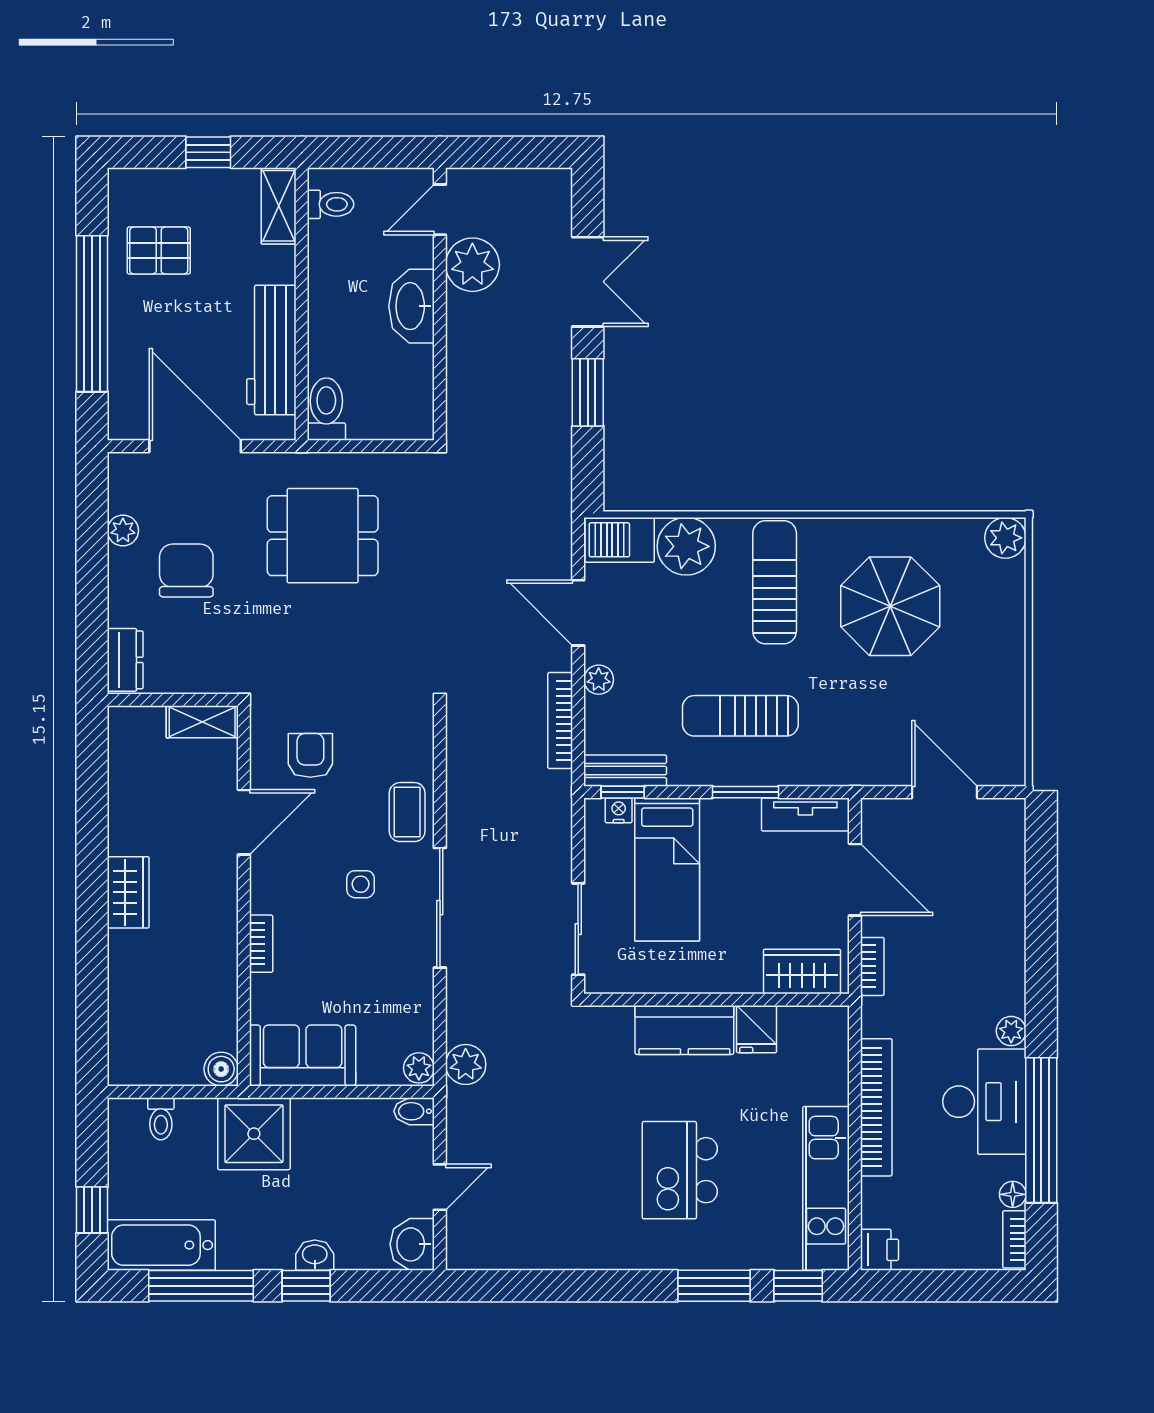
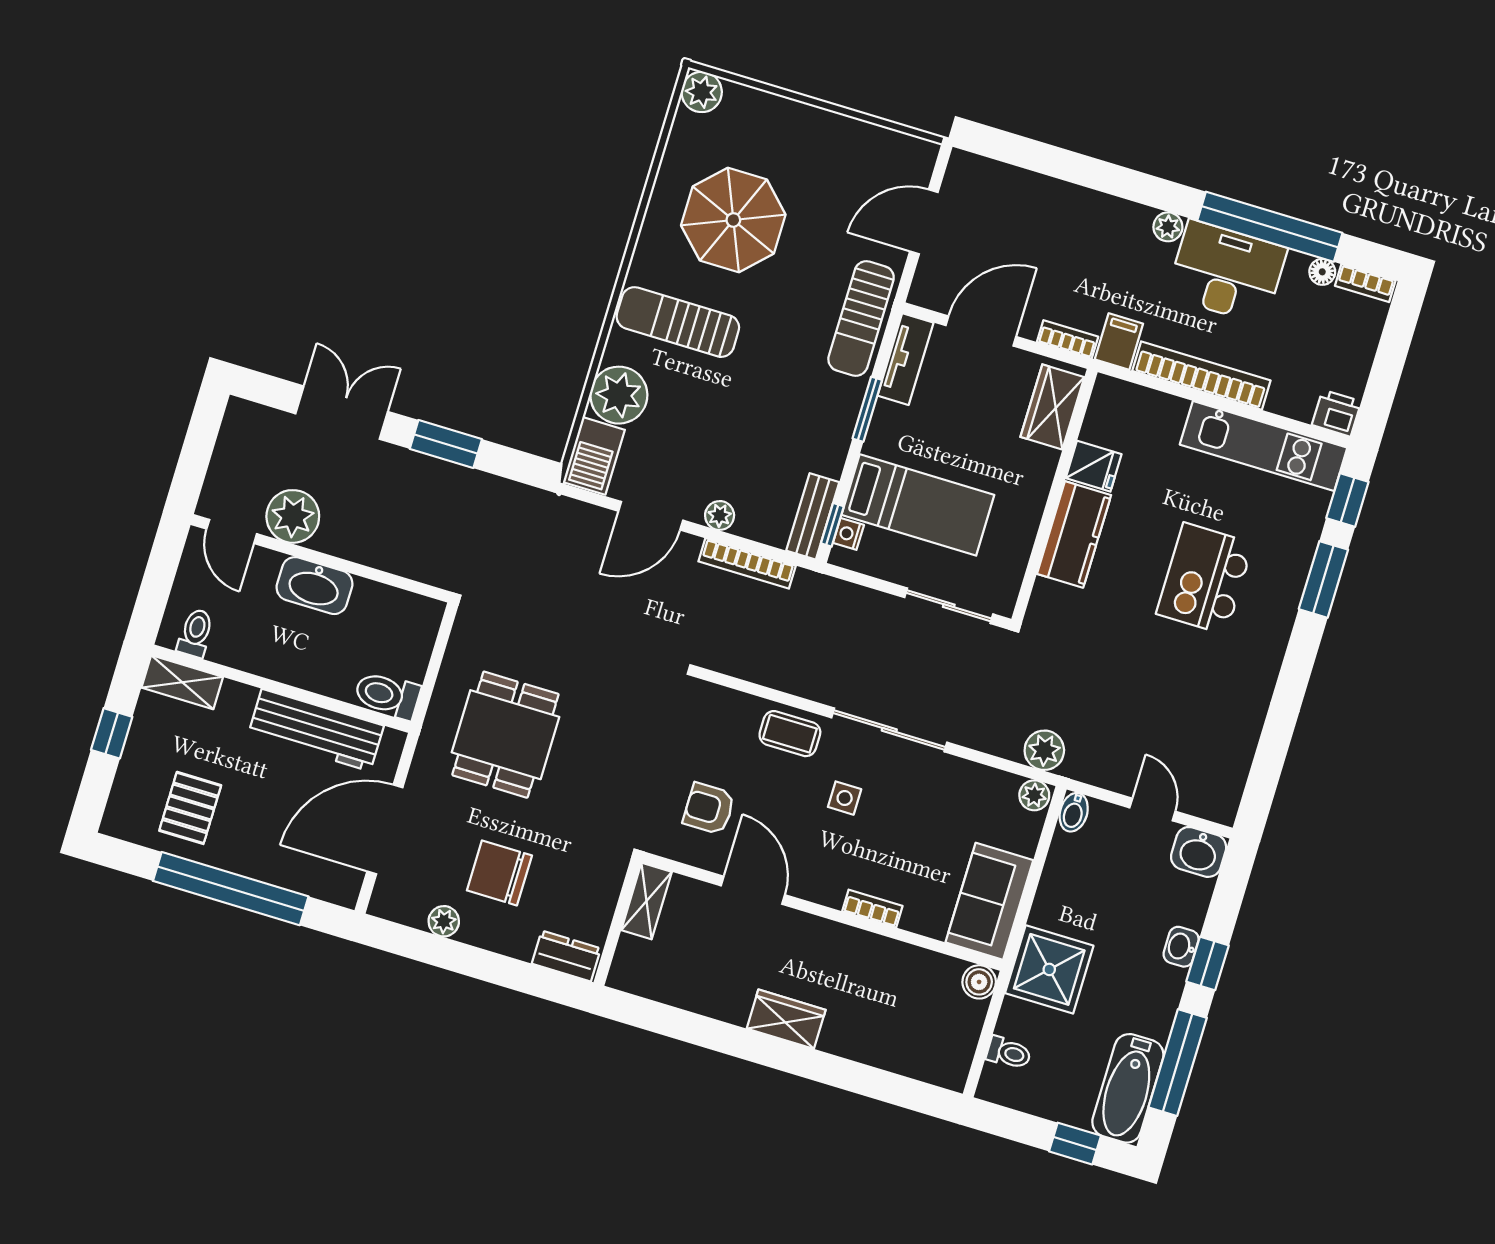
sun lounger: (740, 716) -> (861, 319), moved
filing cabinet: (885, 1017) -> (1119, 342), added
kitchen island: (680, 1170) -> (1205, 579), turned 90

